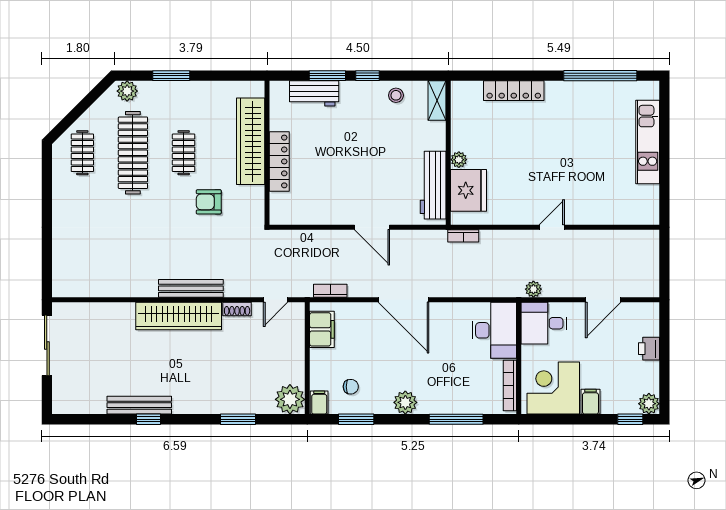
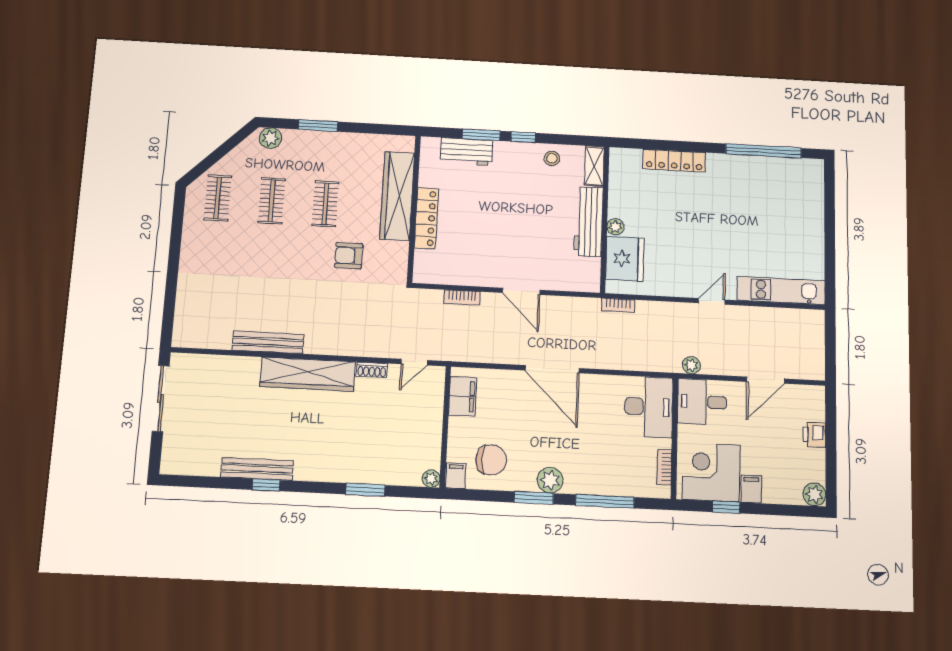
kitchen unit: (648, 142) -> (781, 290), moved, turned 90
clothes rail: (133, 153) -> (272, 201), width x0.54, depth x0.76
workbench: (433, 185) -> (589, 222), moved
bench: (191, 288) -> (268, 342), moved
bookcase: (330, 291) -> (462, 298), moved, turned 180
bookcase: (510, 385) -> (664, 467), width x0.64
chair: (351, 387) -> (491, 460), width x1.87, depth x1.87
plant: (290, 399) -> (431, 479), width x0.53, depth x0.53
window: (356, 419) -> (534, 498), moved
window: (630, 419) -> (726, 507), moved

